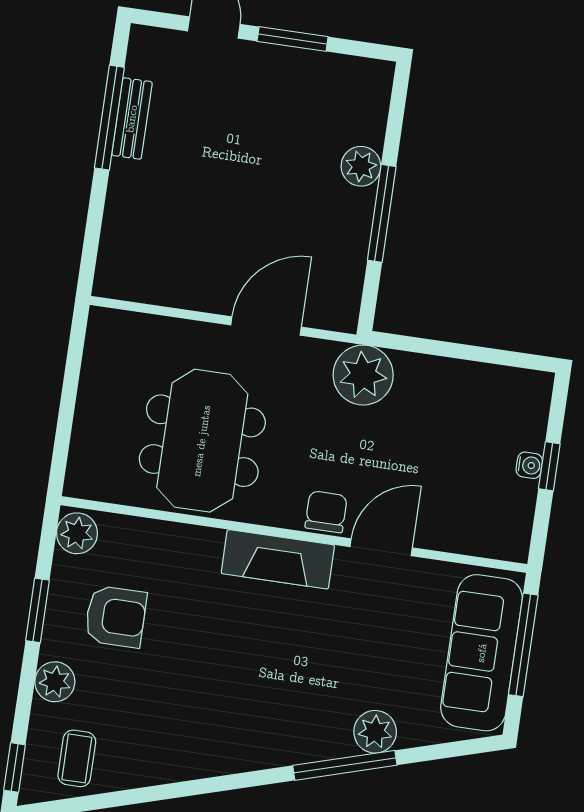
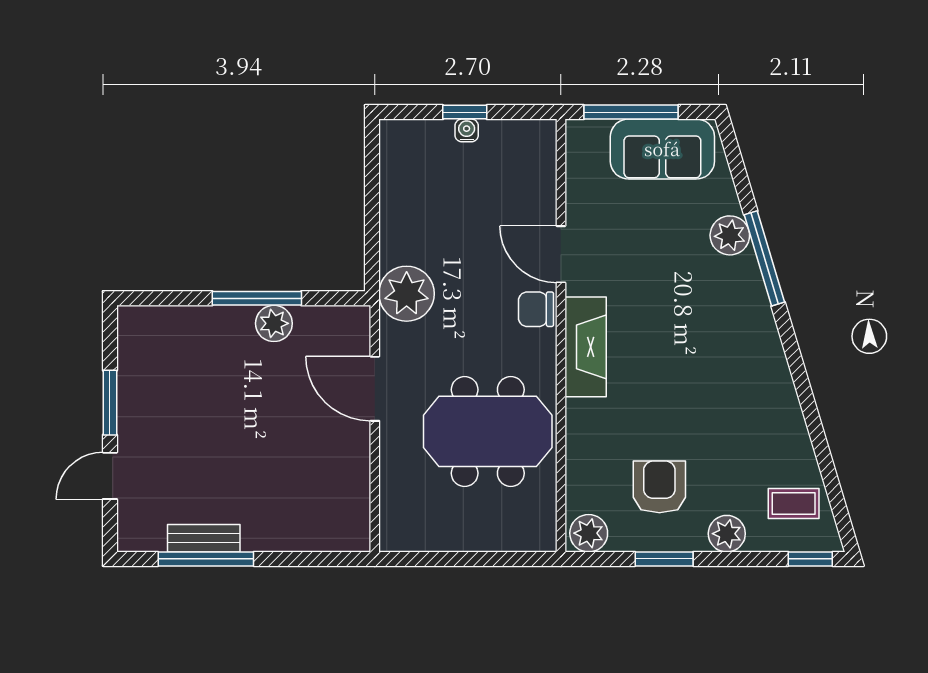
plant: (361, 166) -> (274, 323), moved
sofa: (482, 653) -> (662, 149), width x0.73

